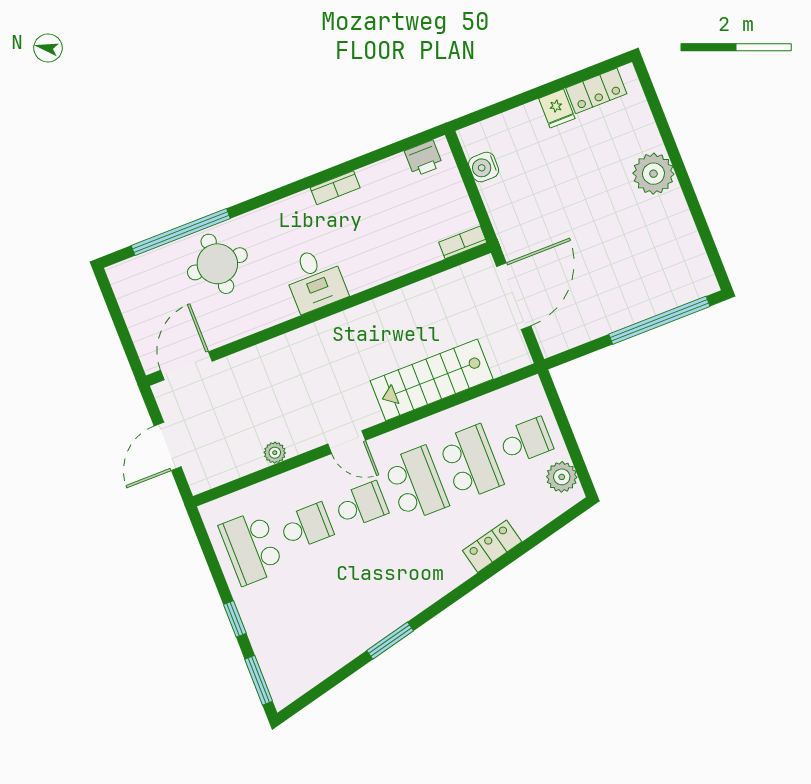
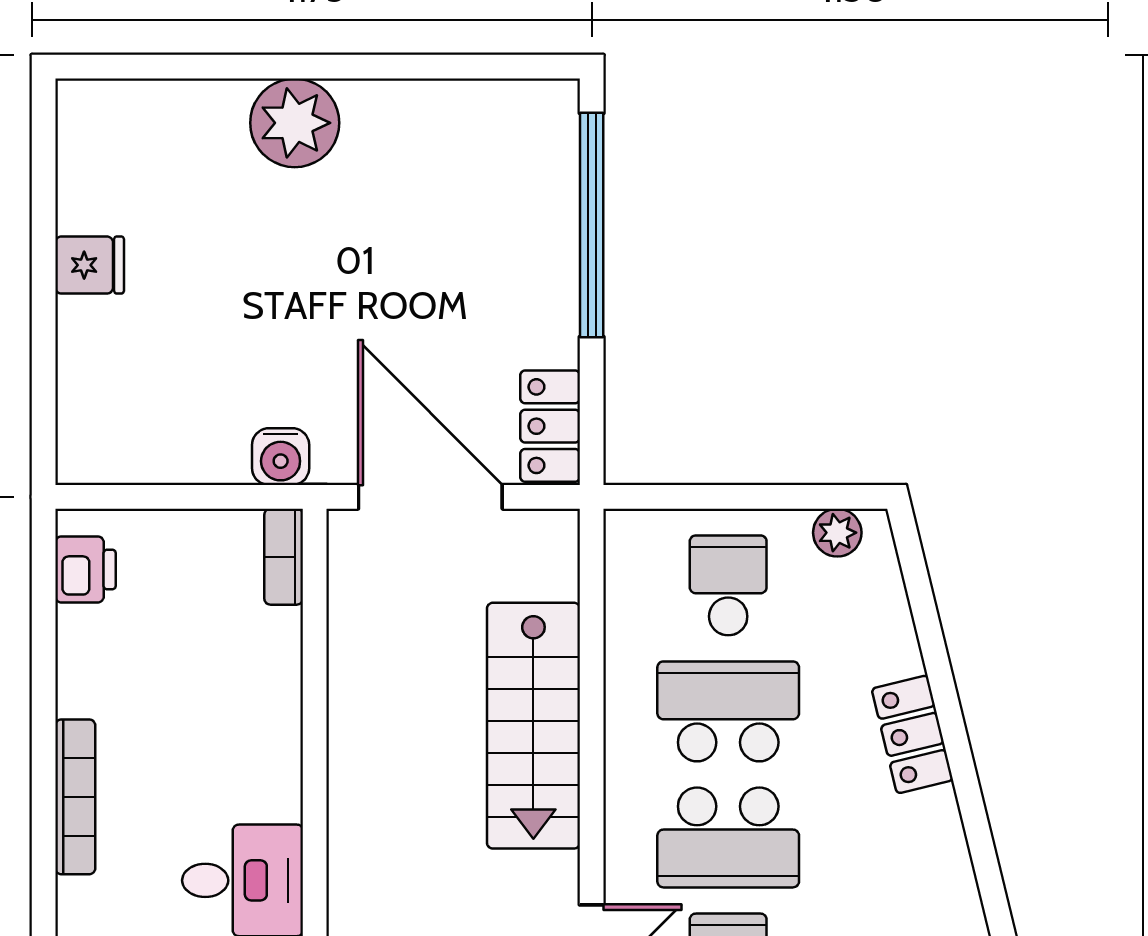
locker: (596, 91) -> (550, 426), moved, turned 180
water cooler: (484, 167) -> (281, 457), moved
bookcase: (335, 188) -> (75, 797), width x1.56
plant: (562, 477) -> (837, 533), width x0.73, depth x0.73
school desk: (416, 484) -> (728, 837), turned 180

